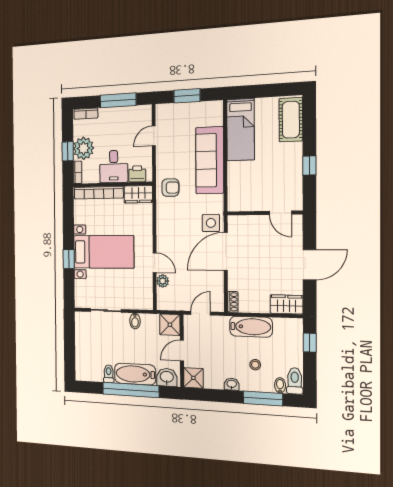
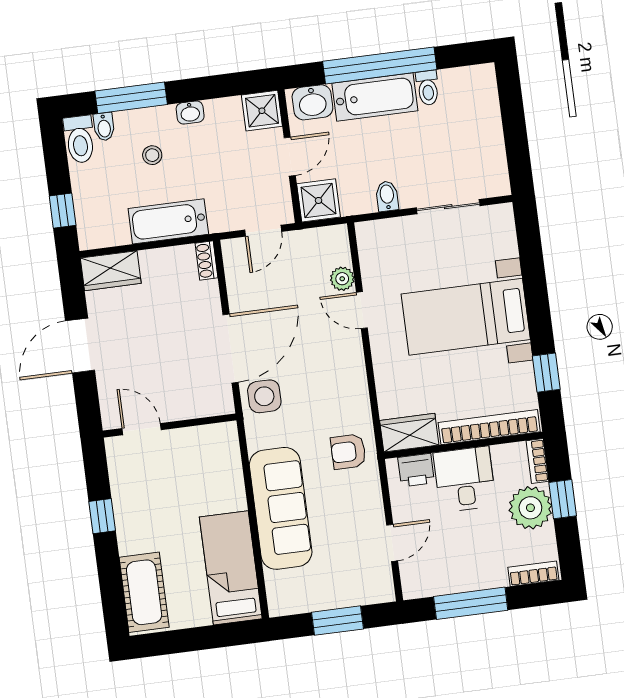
window: (69, 259) -> (546, 373), moved

